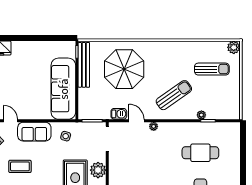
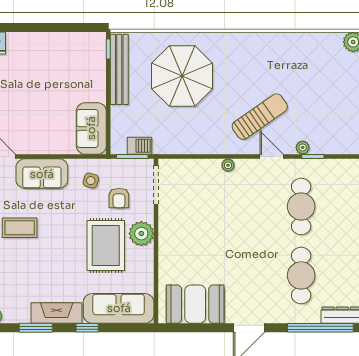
sun lounger: (212, 69) -> (319, 76), removed
sofa: (63, 89) -> (91, 128), width x0.54, depth x0.79
barbecue: (119, 114) -> (139, 146), moved
door: (136, 121) -> (272, 156), moved
armchair: (84, 147) -> (119, 198), added
cafe table: (200, 153) -> (301, 206), turned 90

